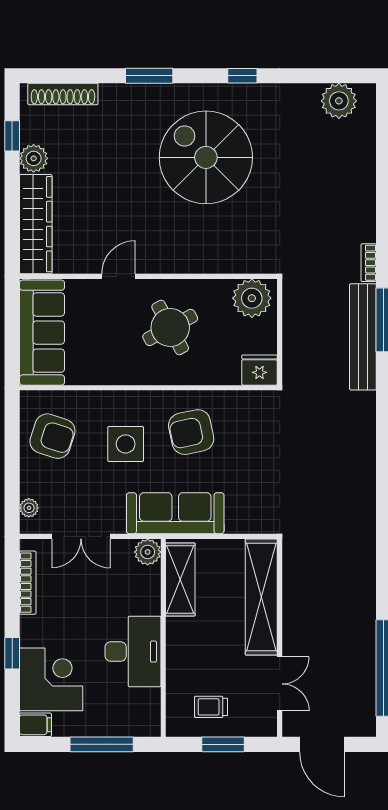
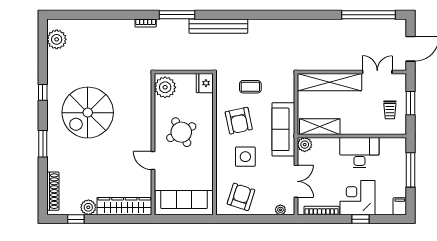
bench: (363, 337) -> (218, 26), moved
coffee table: (253, 453) -> (250, 87), added
corner desk: (51, 679) -> (357, 198), moved

